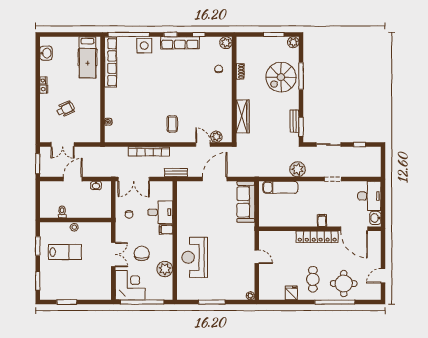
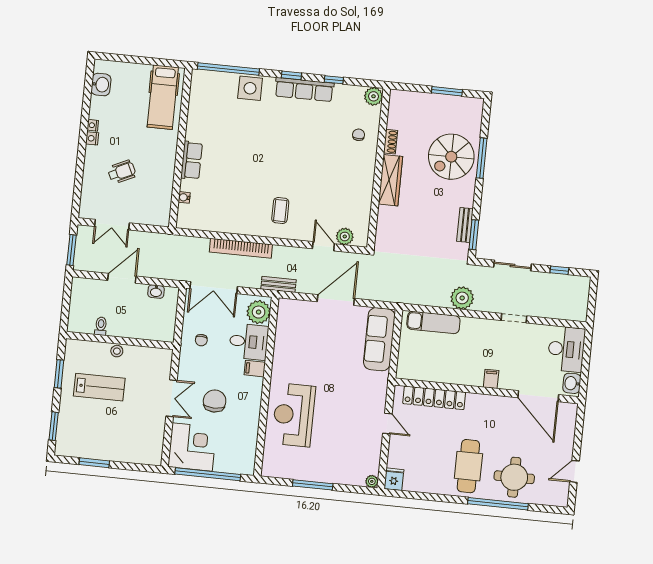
plant: (293, 42) -> (475, 106), removed
row of seats: (111, 62) -> (192, 160), moved, width x0.50
wardrobe: (243, 116) -> (391, 180), moved
locker: (317, 237) -> (434, 398), moved
plant: (165, 269) -> (259, 312), moved
cafe table: (313, 279) -> (468, 466), width x1.37, depth x1.35
fridge: (291, 293) -> (394, 479), moved

